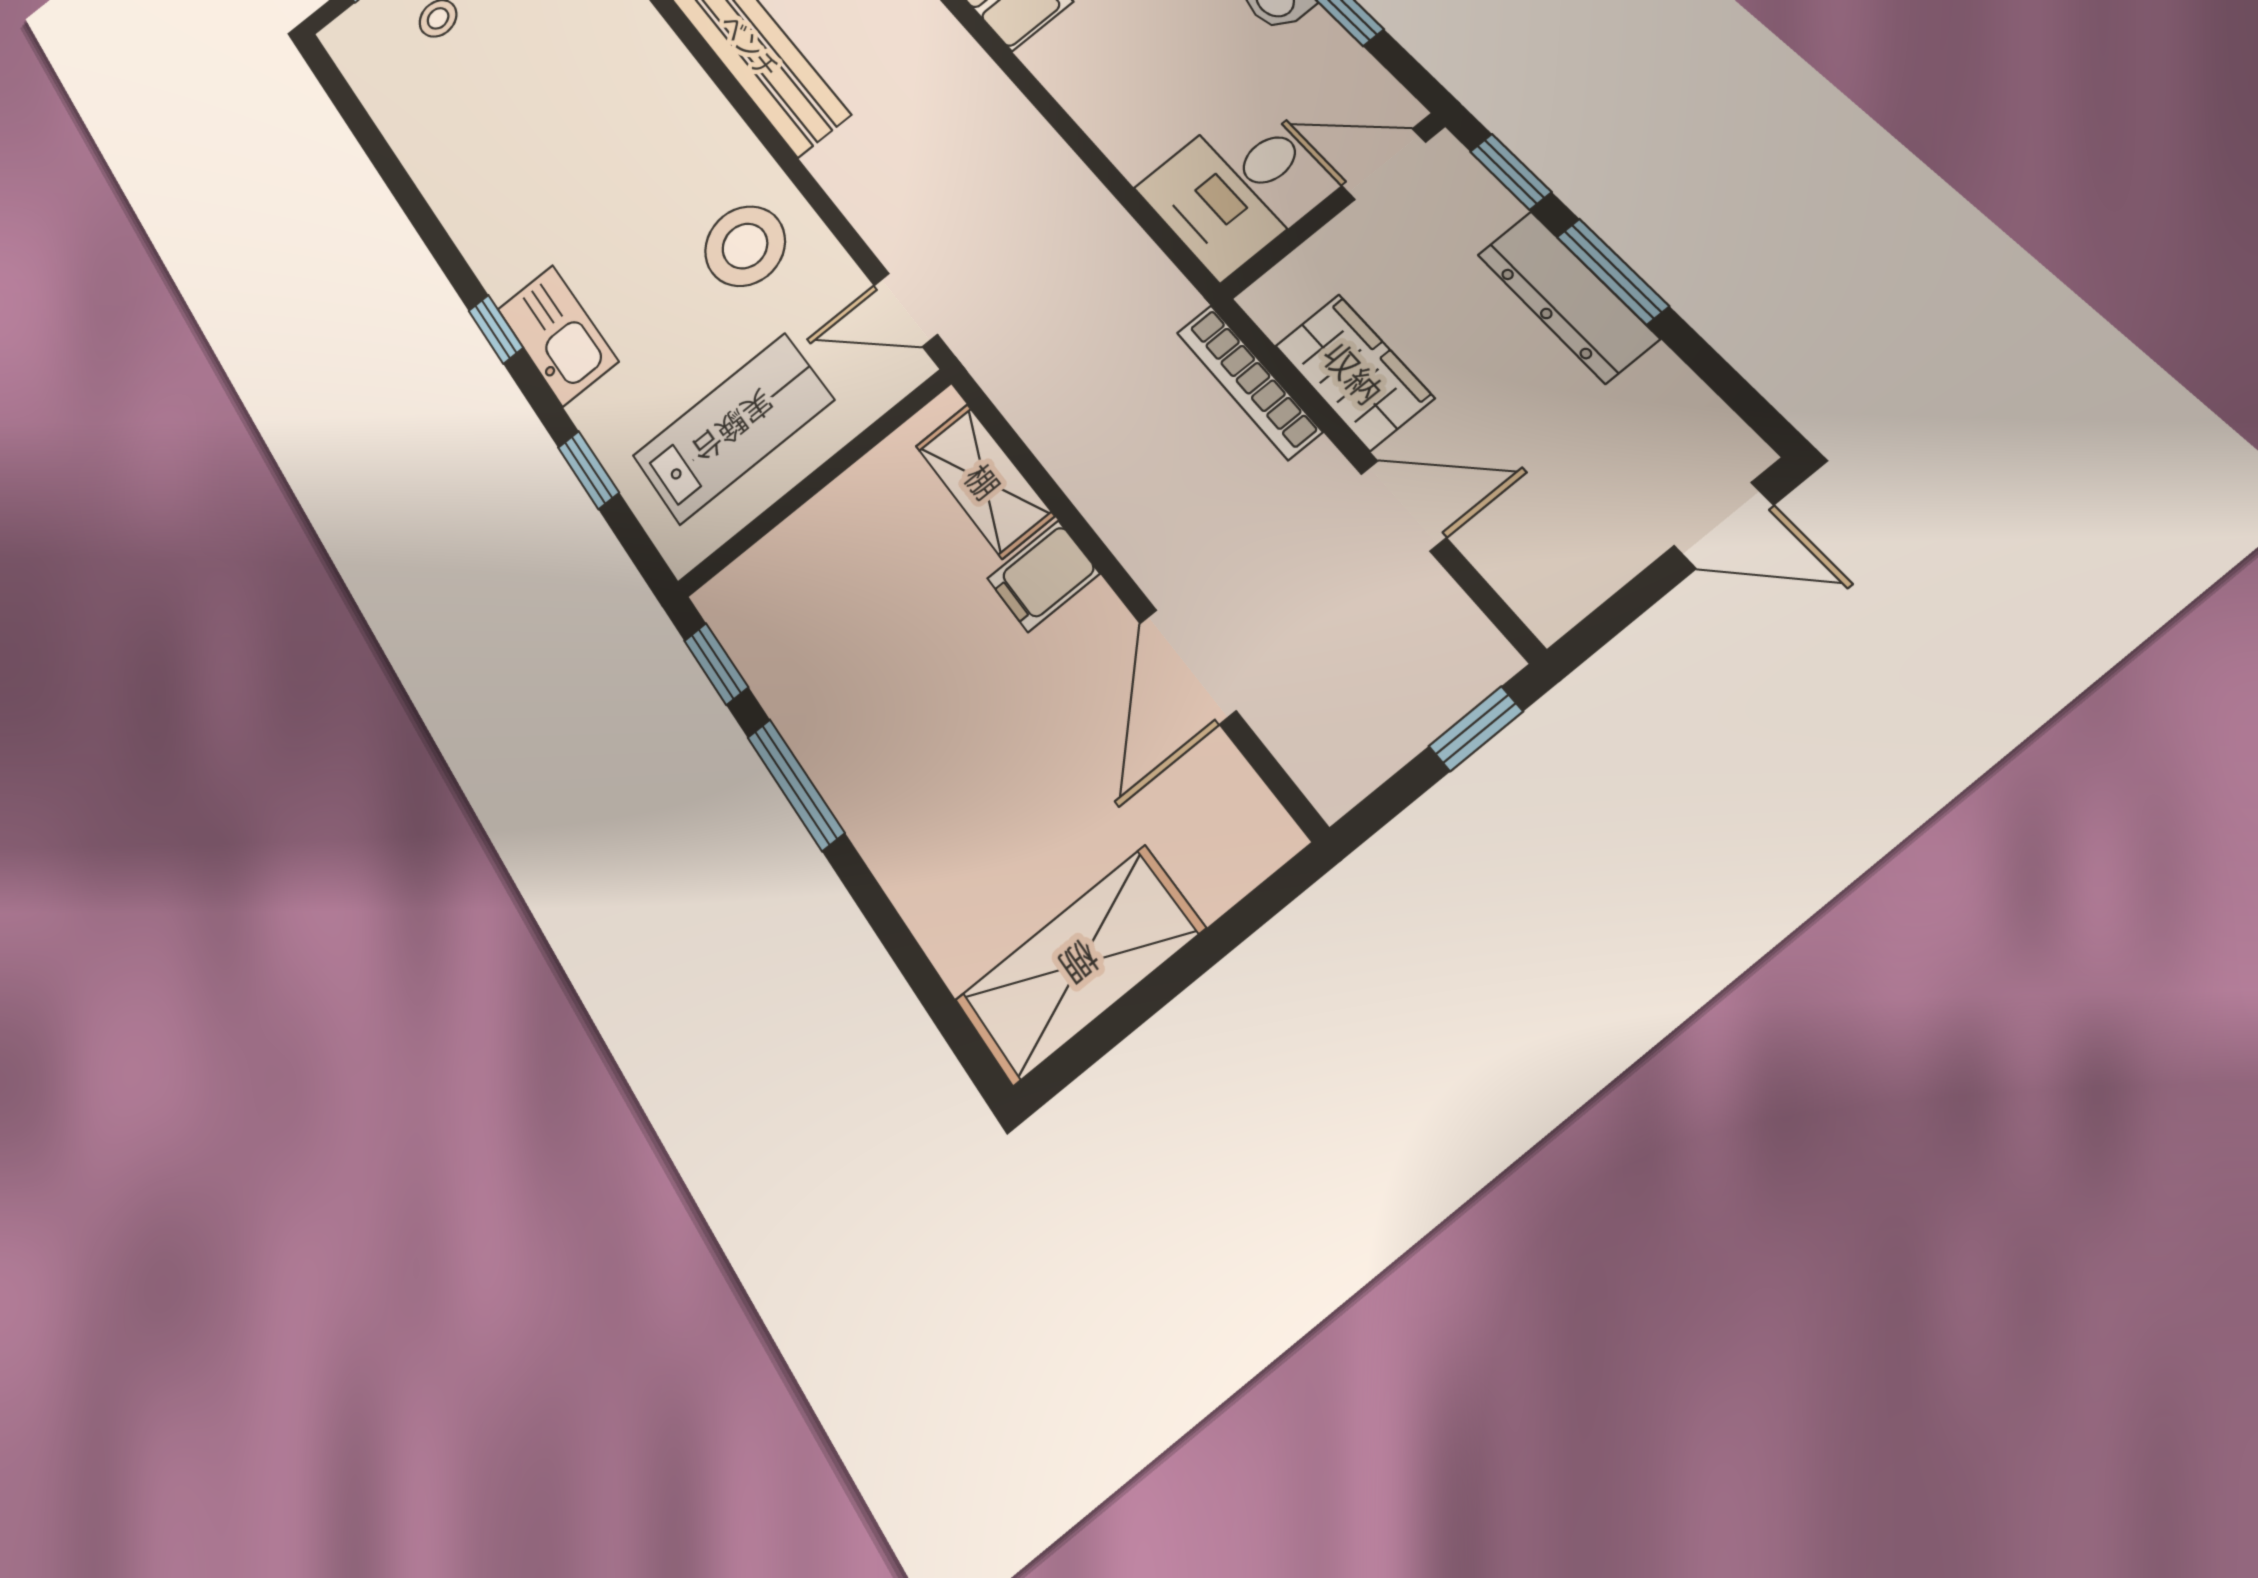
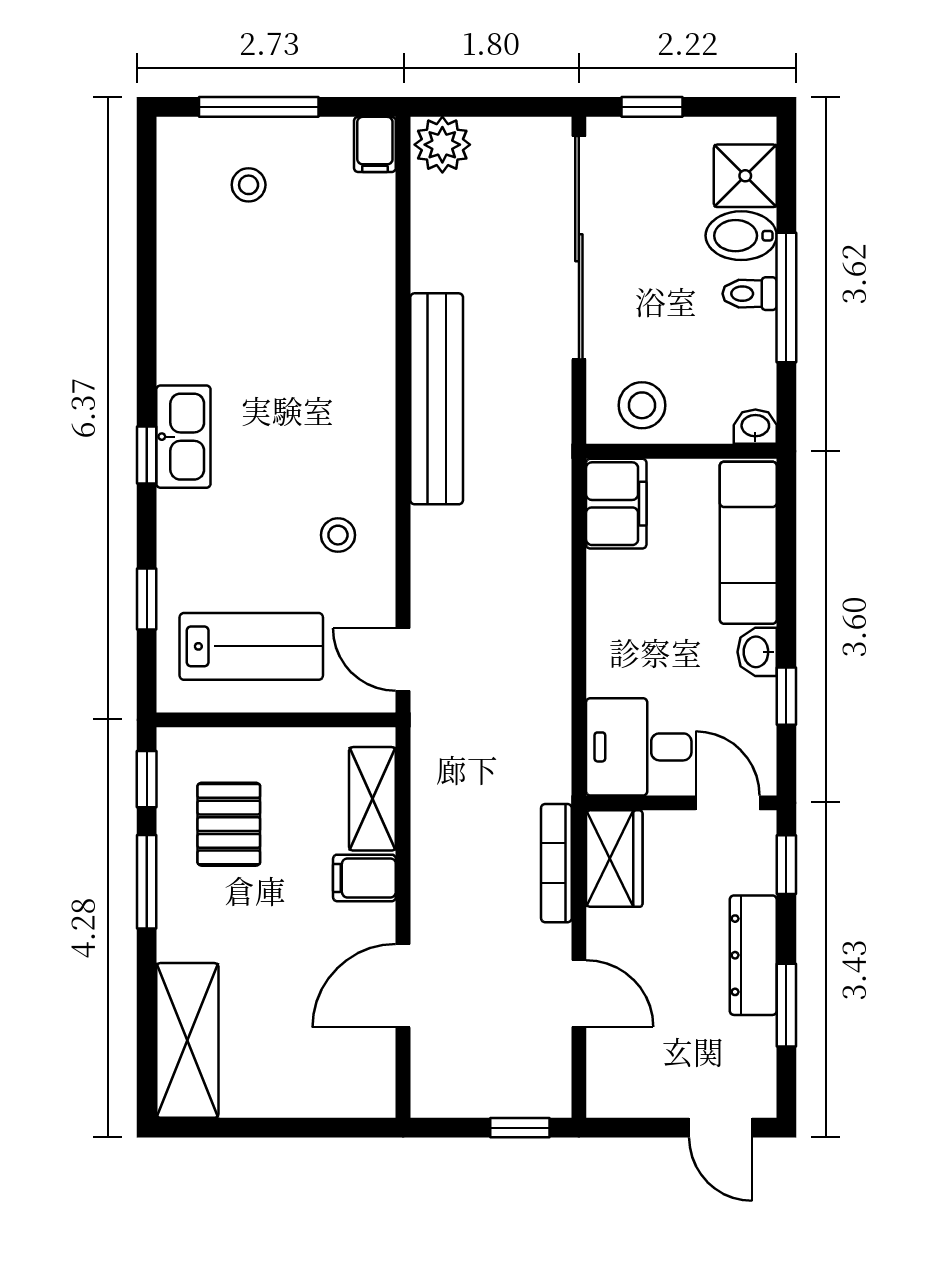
stool: (745, 246) -> (338, 535), width x0.53, depth x0.53
window: (1613, 271) -> (786, 1005), moved
kitchen sink: (558, 335) -> (183, 437), moved
wardrobe: (1354, 372) -> (614, 859), moved
pallet: (844, 640) -> (229, 824), added
shelving: (1080, 964) -> (187, 1040), moved, turned 90

